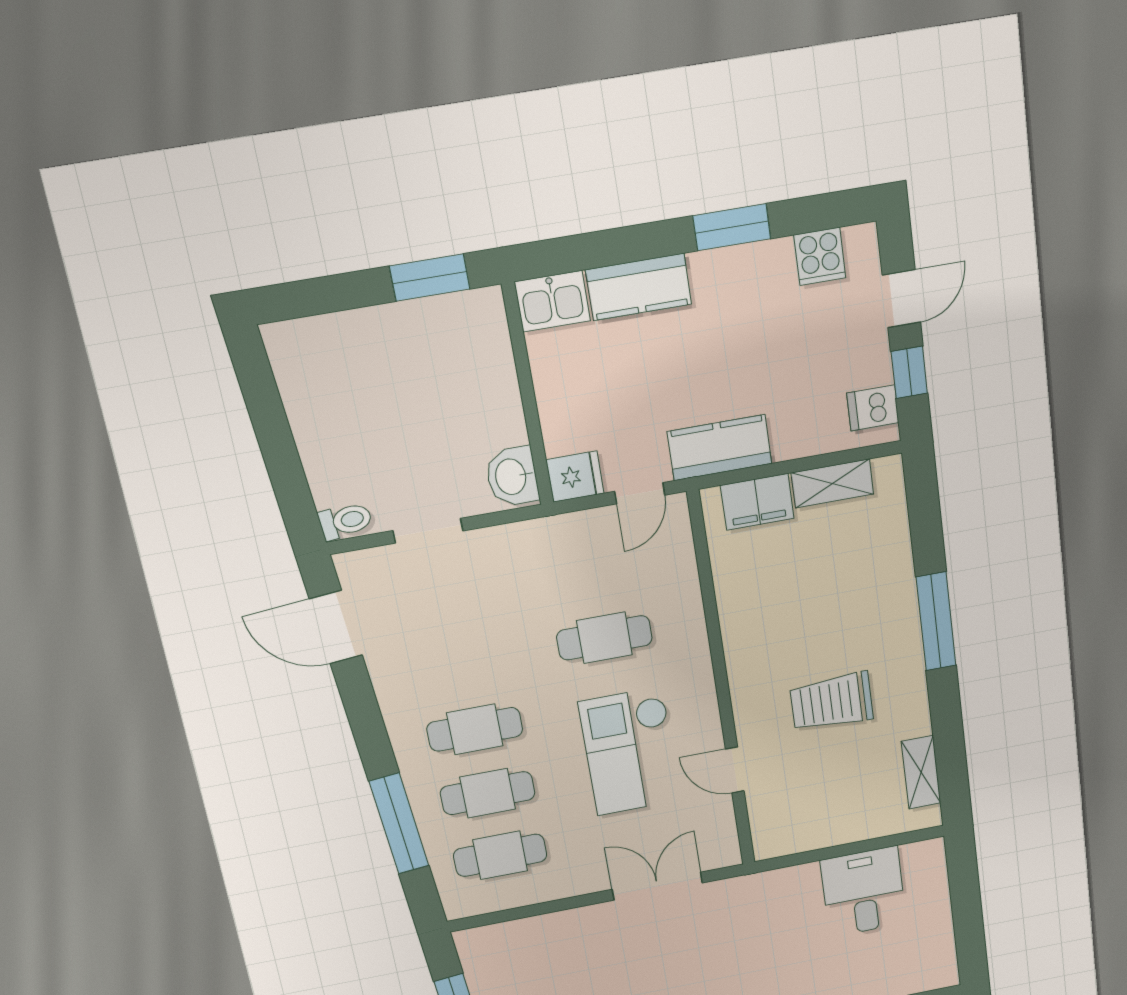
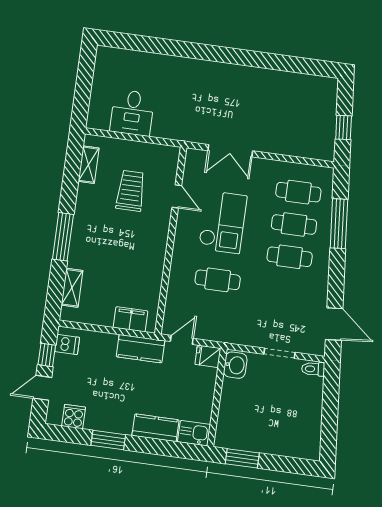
shelving: (832, 483) -> (72, 288), moved, turned 90
trolley: (832, 702) -> (131, 191), moved, turned -90

